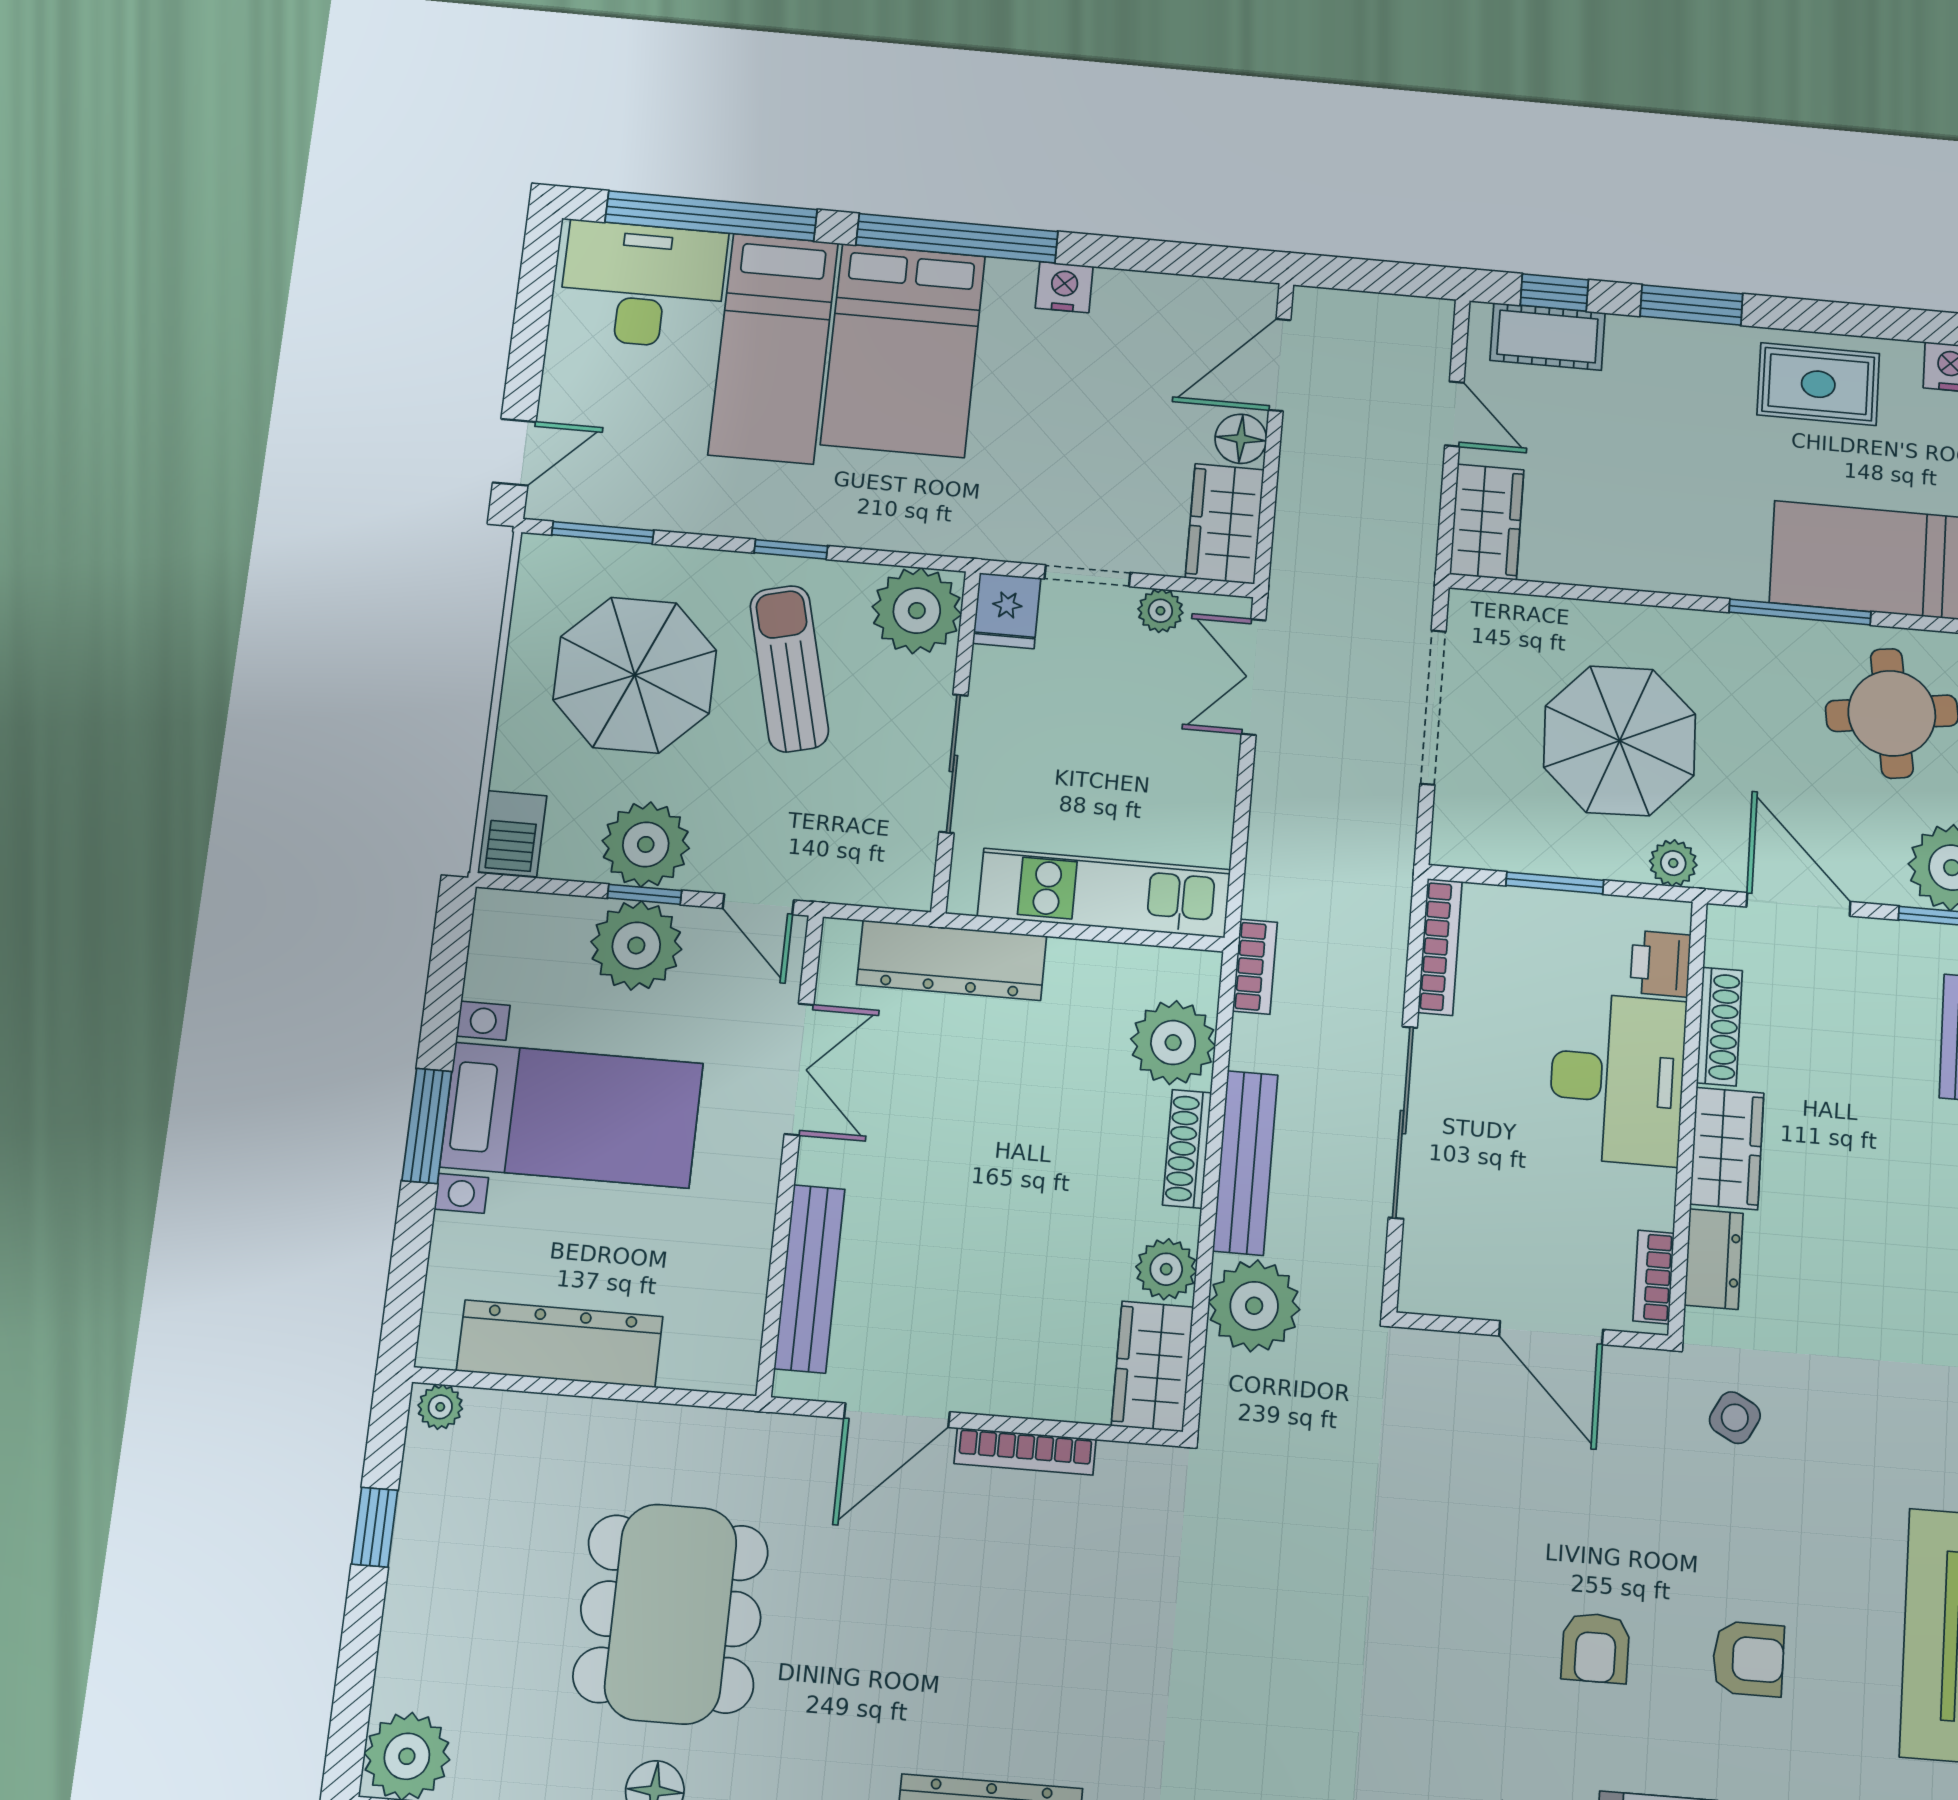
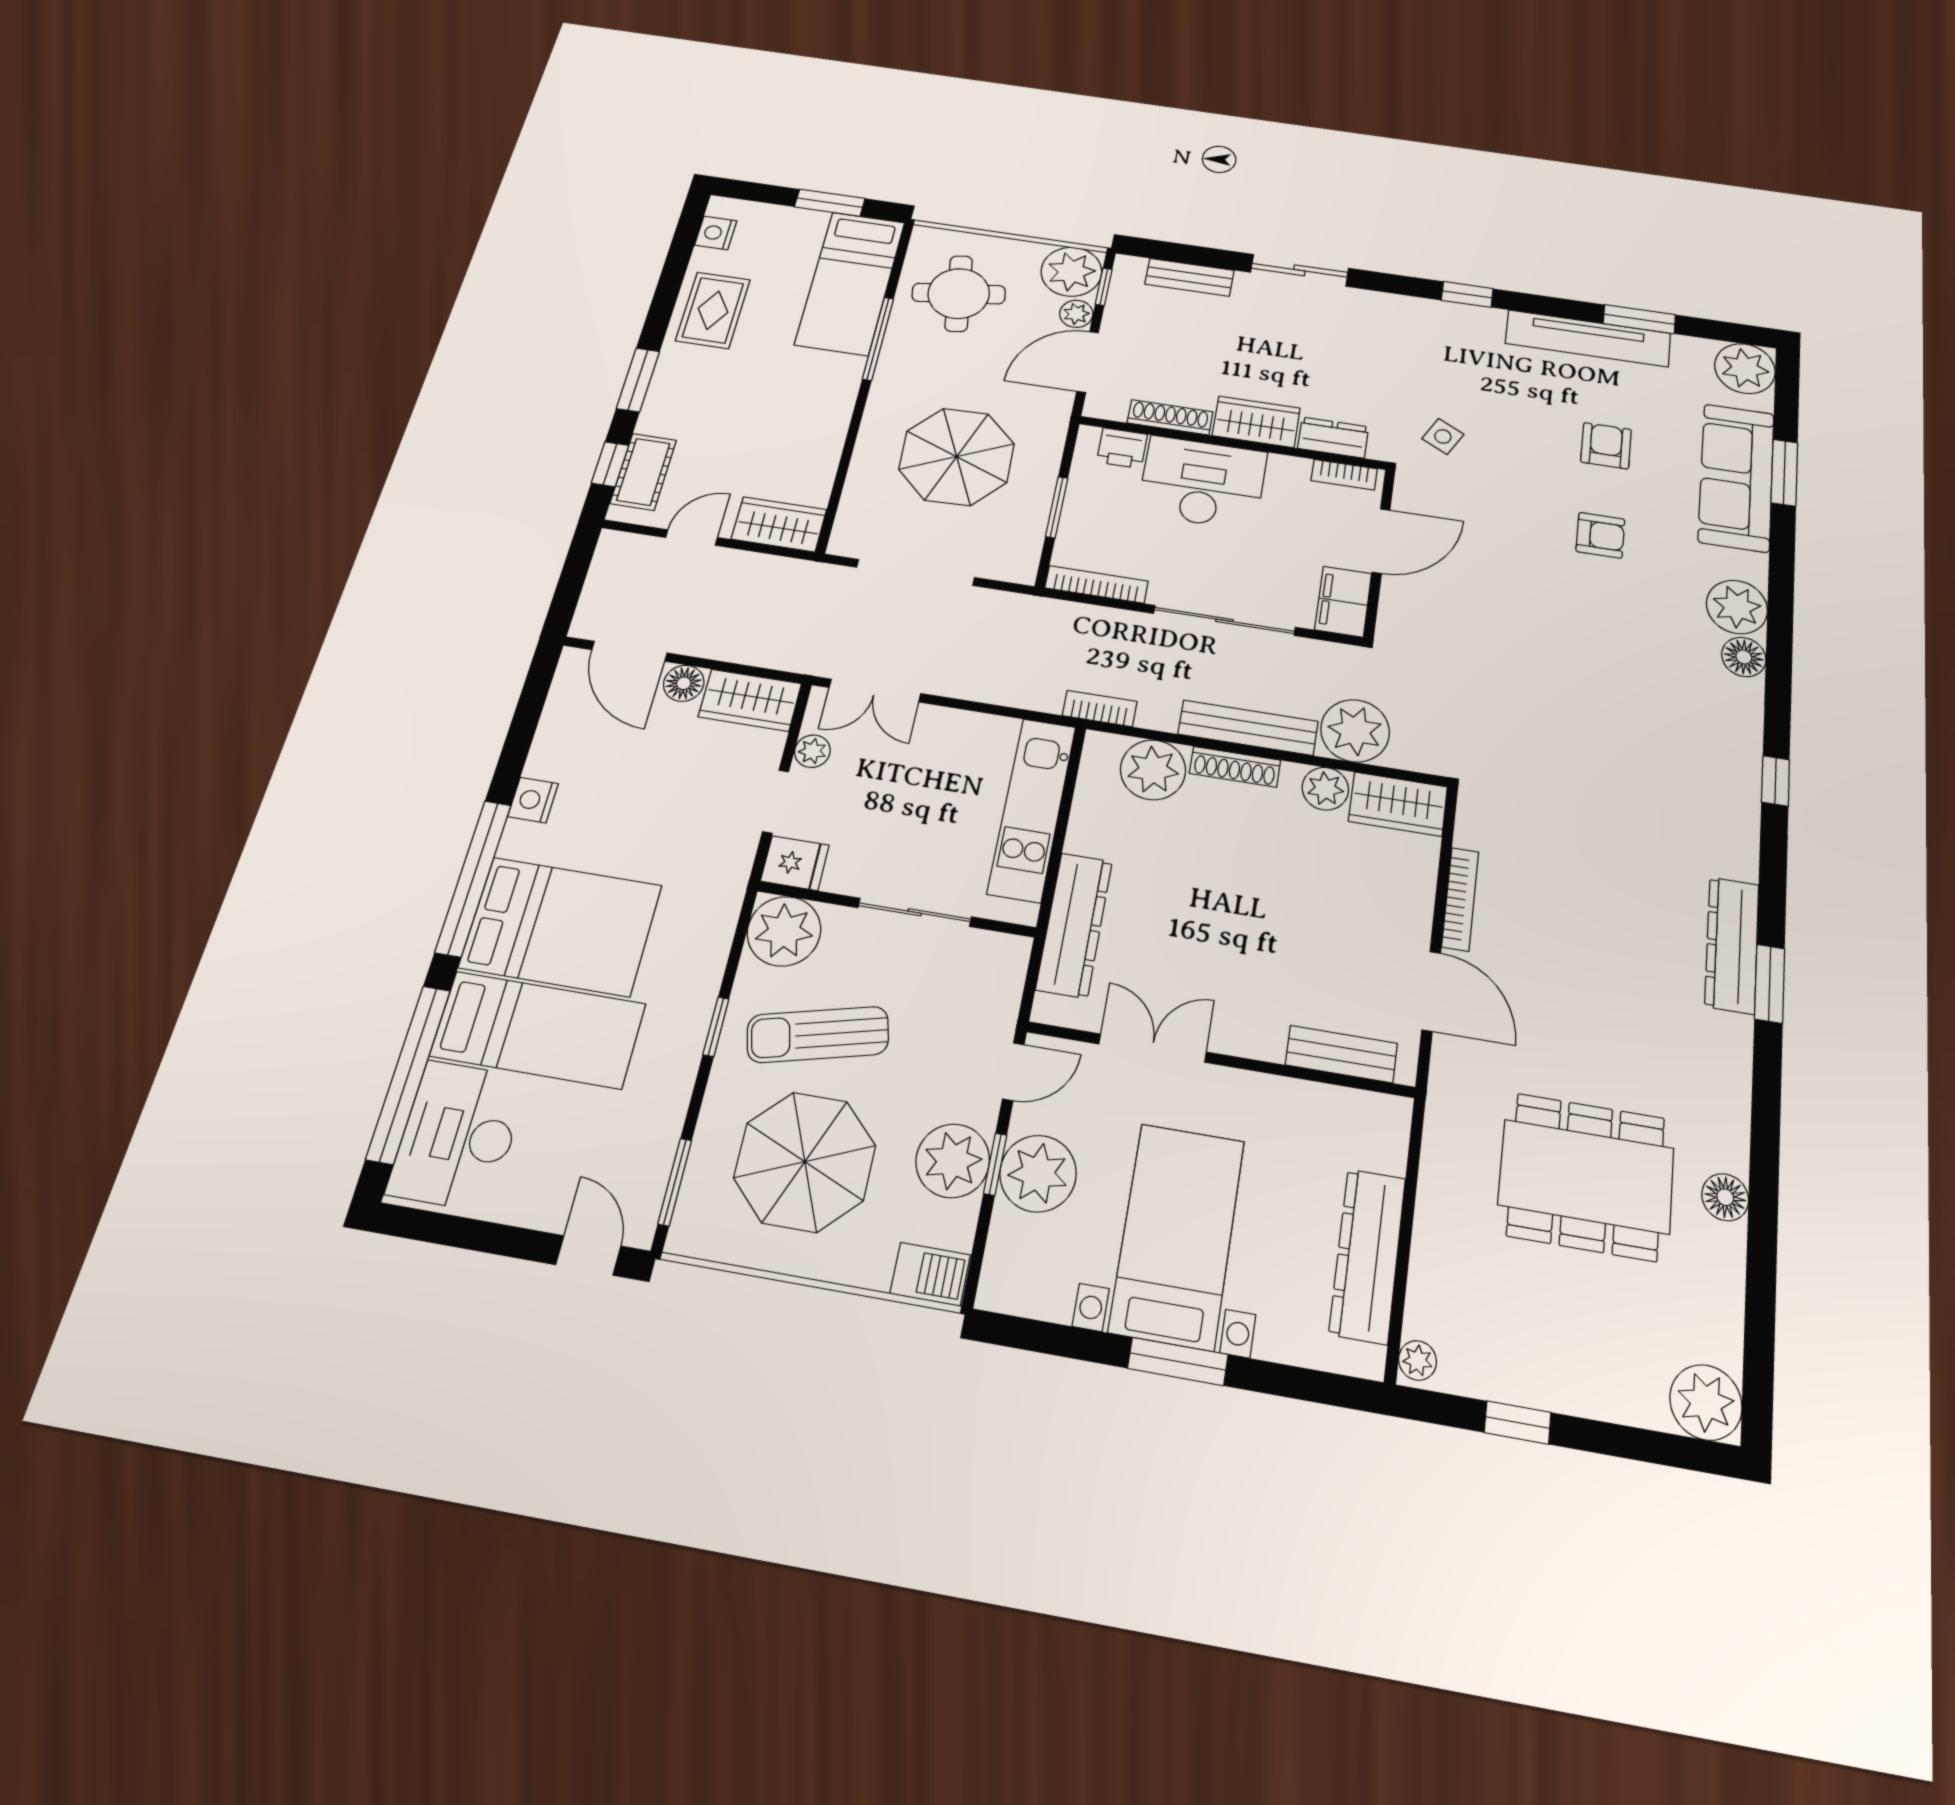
plant: (1673, 863) -> (1076, 314), moved
bench: (810, 1279) -> (1341, 1054), width x0.73
filing cabinet: (1449, 1283) -> (1343, 602), added

